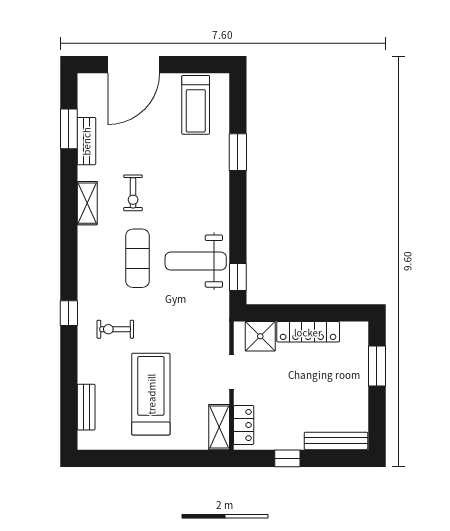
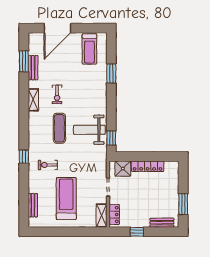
window: (377, 366) -> (183, 204), moved
bench: (336, 441) -> (162, 223), width x0.73

